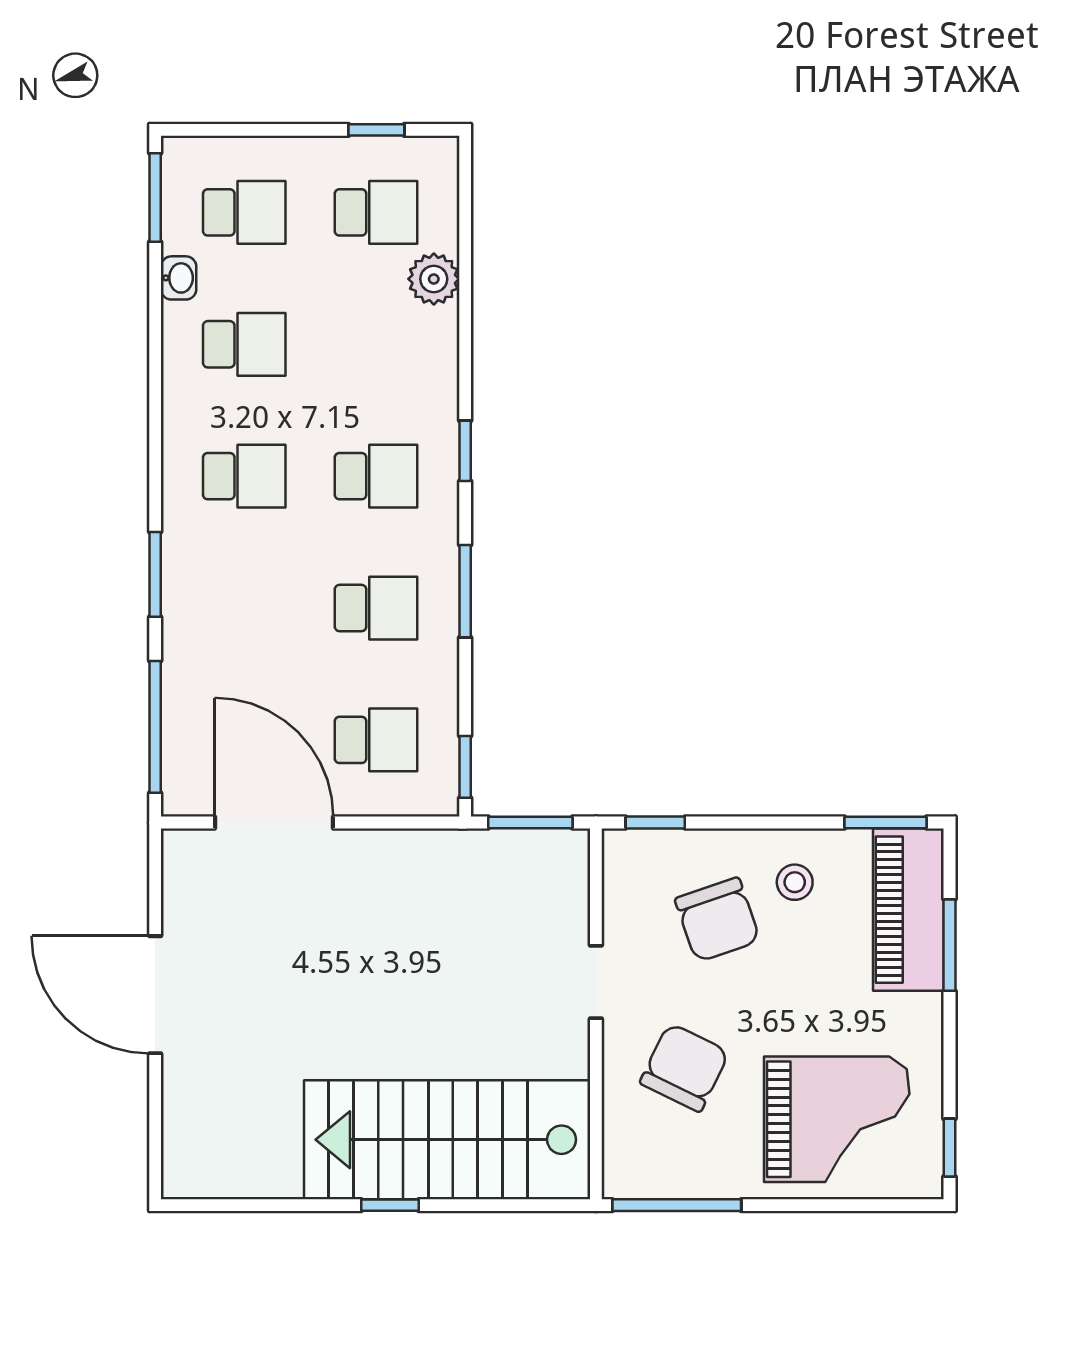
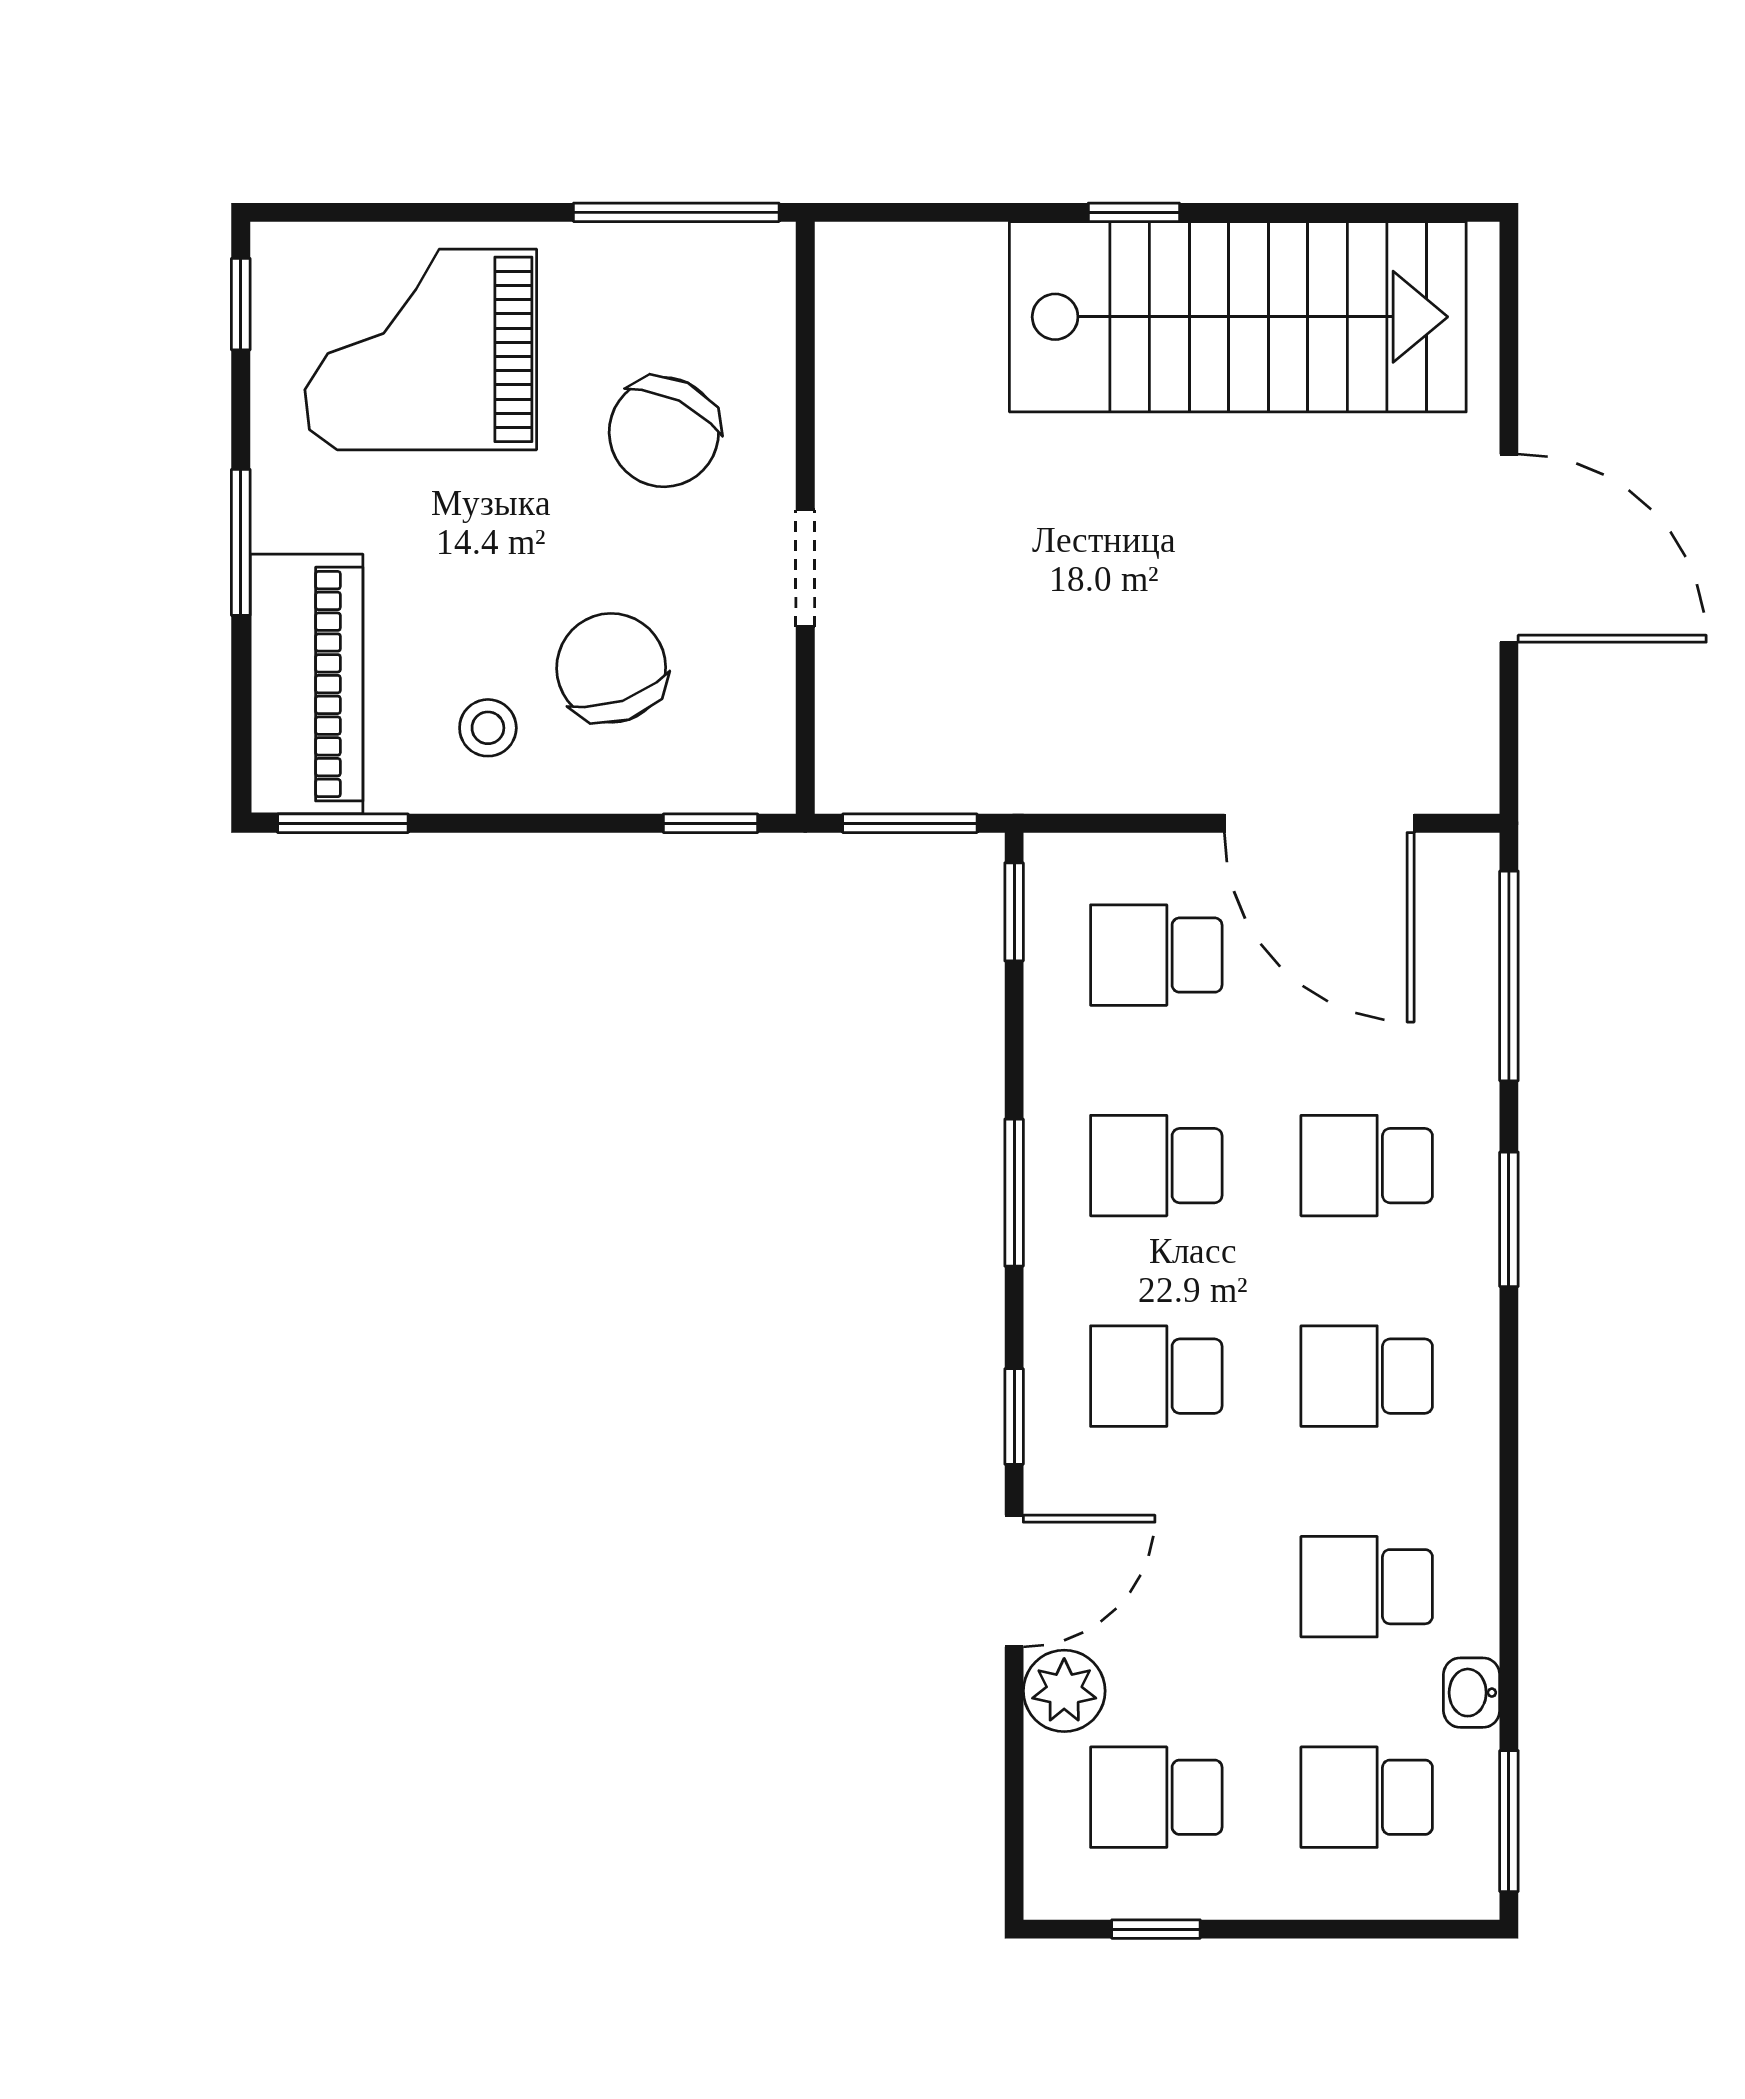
door: (465, 348) -> (1014, 1581), added
school desk: (244, 608) -> (1367, 1166), added
window: (950, 945) -> (241, 542), moved
stairs: (447, 1140) -> (1238, 317), moved

